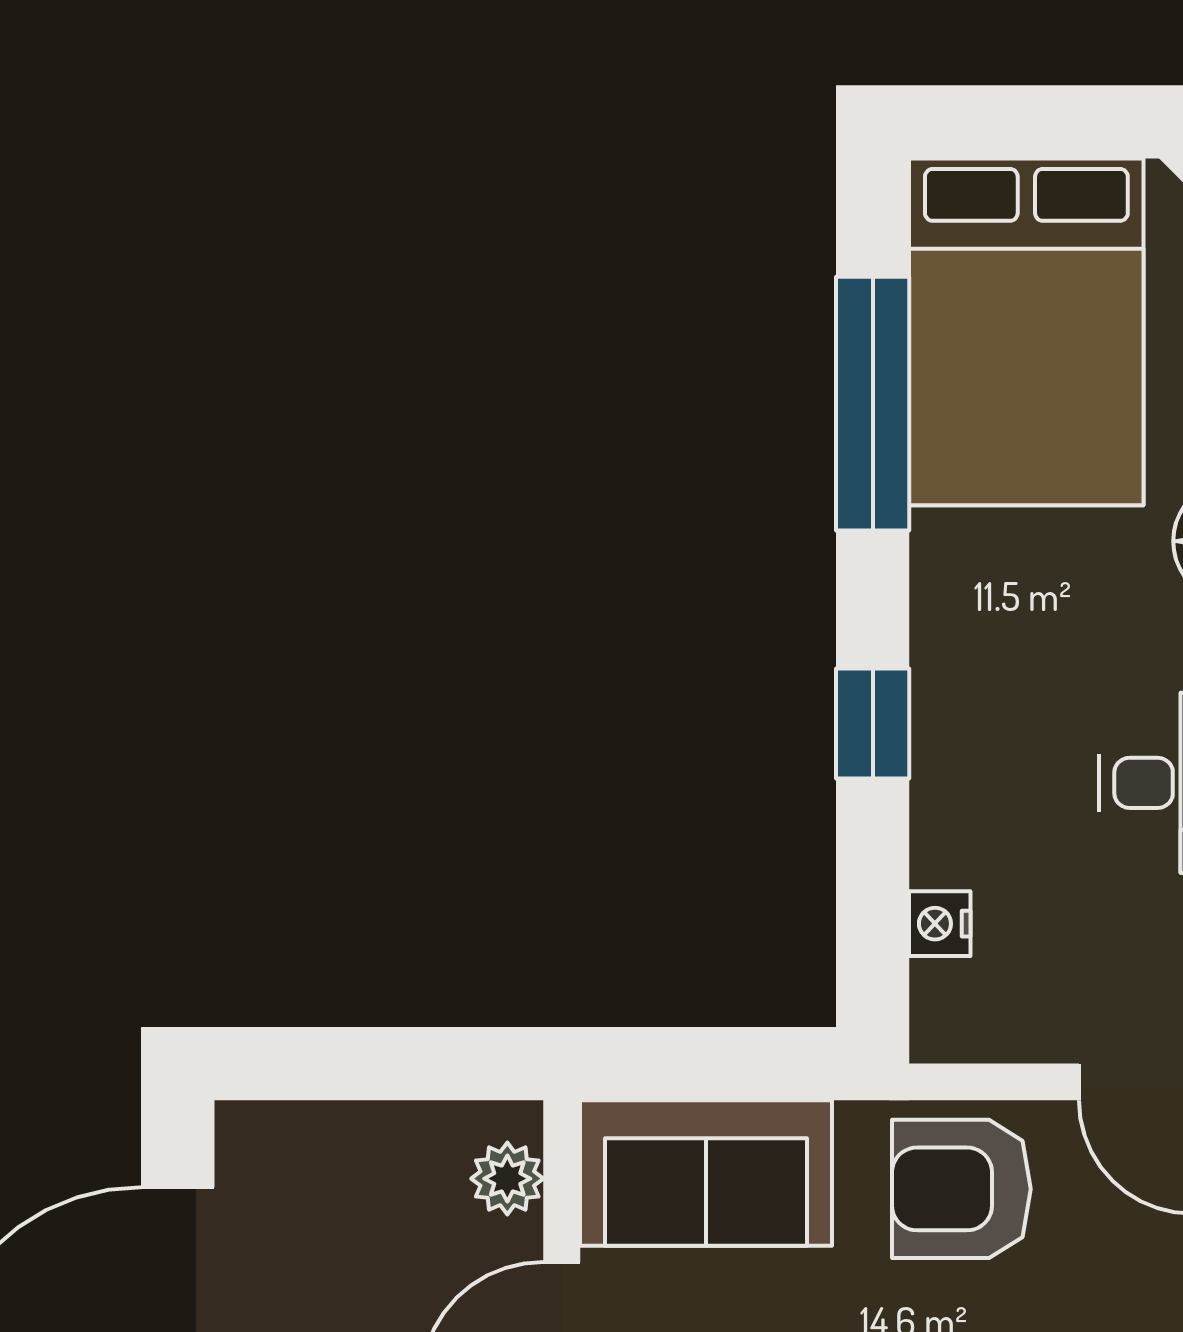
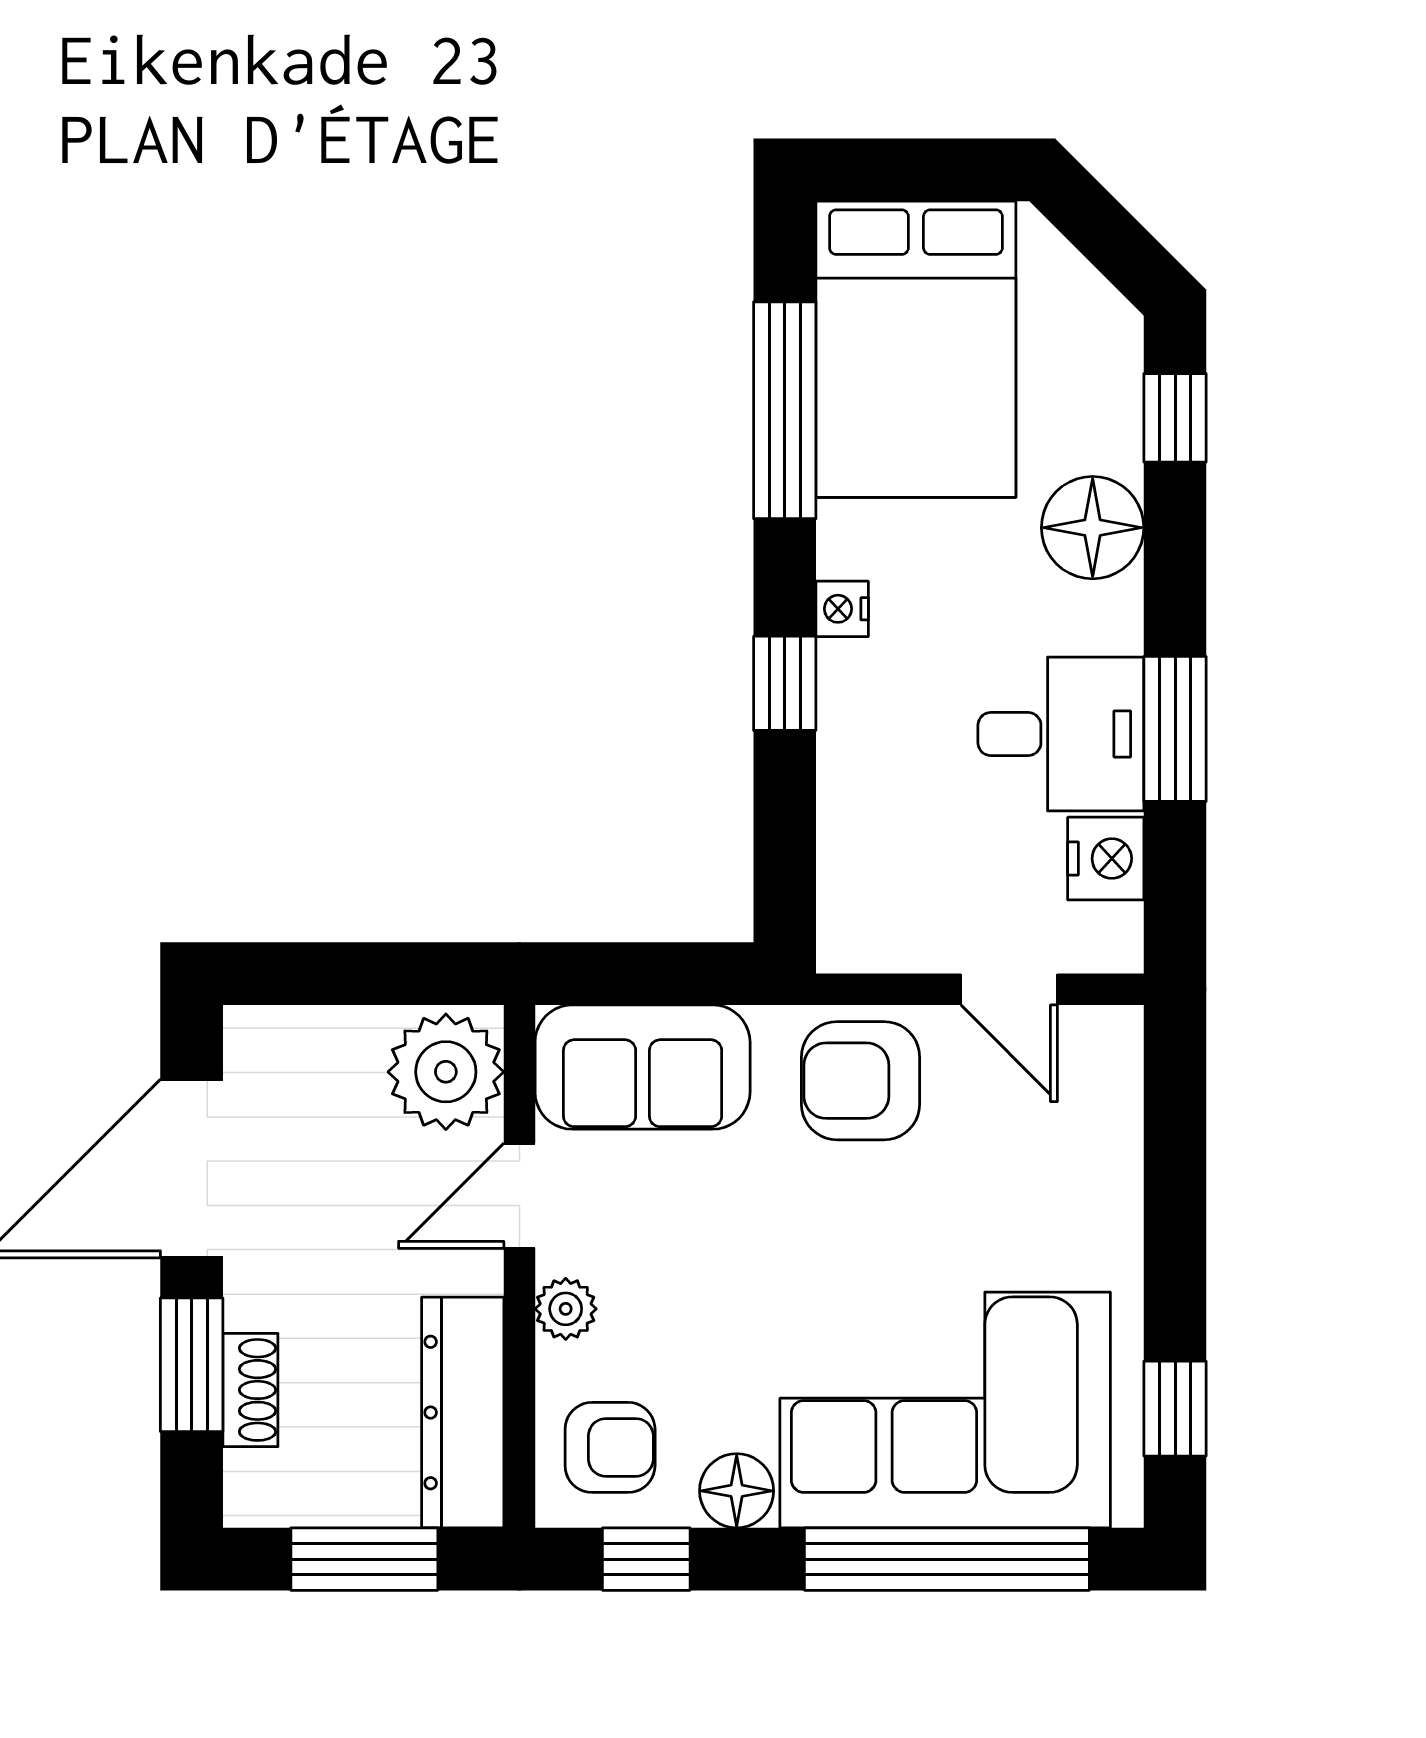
nightstand: (940, 924) -> (842, 609), moved
plant: (507, 1179) -> (446, 1072), width x1.87, depth x1.87

